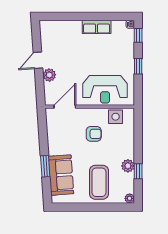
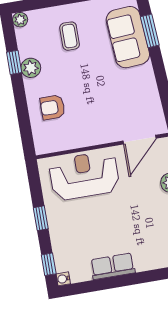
side table: (116, 117) -> (62, 138), removed
armchair: (94, 134) -> (53, 107), moved
window: (45, 166) -> (150, 31), moved
coffee table: (99, 182) -> (70, 36), width x0.54, depth x0.58

